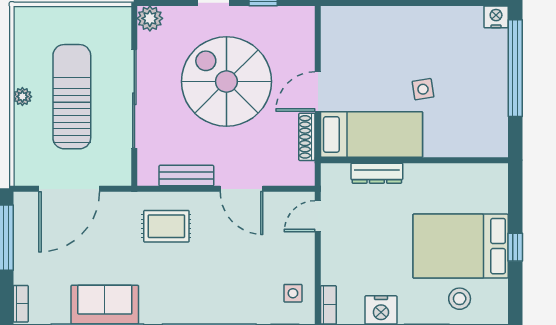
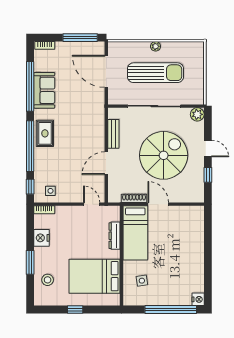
side table: (423, 89) -> (142, 281), moved
rug: (166, 226) -> (45, 133), moved
bed: (461, 246) -> (95, 276), moved, turned -90

